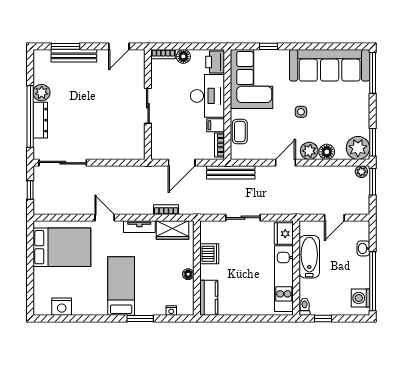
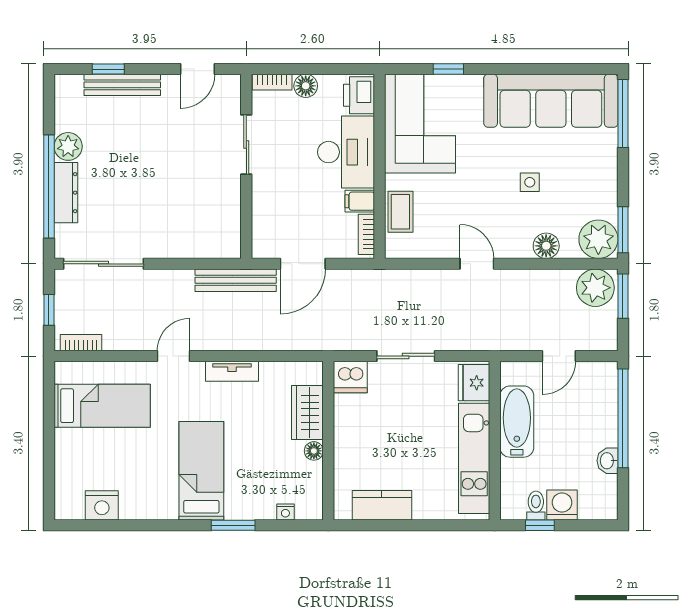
window: (66, 46) -> (108, 69), width x0.67
sliding door: (148, 106) -> (246, 145), moved
side table: (301, 112) -> (530, 182), moved
plant: (309, 151) -> (517, 244), removed
door: (285, 163) -> (477, 264), hinge flipped
bench: (231, 172) -> (236, 280), moved
plant: (361, 172) -> (595, 288), width x1.87, depth x1.87
bookcase: (166, 210) -> (81, 343), moved
door: (105, 218) -> (174, 356), hinge flipped
wardrobe: (173, 230) -> (307, 412), moved, turned 90
bed: (62, 247) -> (102, 406), width x0.67
washbasin: (363, 248) -> (607, 461), moved
dishwasher: (209, 254) -> (350, 377), moved, turned 90
window: (373, 281) -> (623, 418), moved
kitchen counter: (209, 298) -> (382, 505), moved, turned -90
washing machine: (361, 298) -> (562, 505), moved, turned 90
toilet: (305, 307) -> (536, 506), moved

